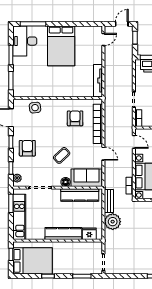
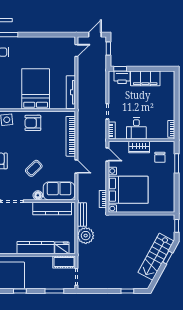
bed: (61, 46) -> (36, 89), moved, turned 180
armchair: (75, 118) -> (33, 123), moved, turned -90
cot: (91, 248) -> (64, 262), added

